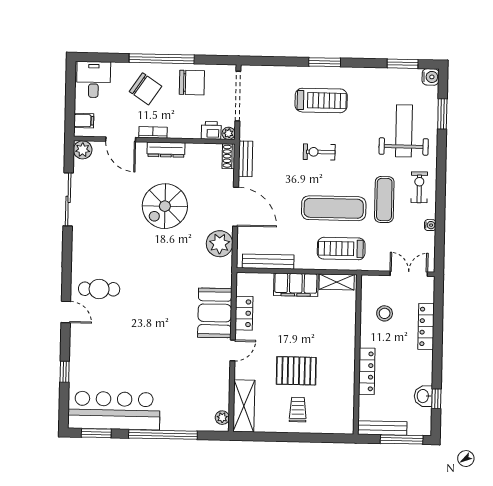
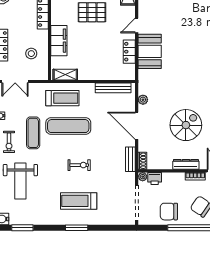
plant: (220, 244) -> (143, 100), width x0.53, depth x0.53
filing cabinet: (296, 285) -> (59, 41), moved, turned 90

